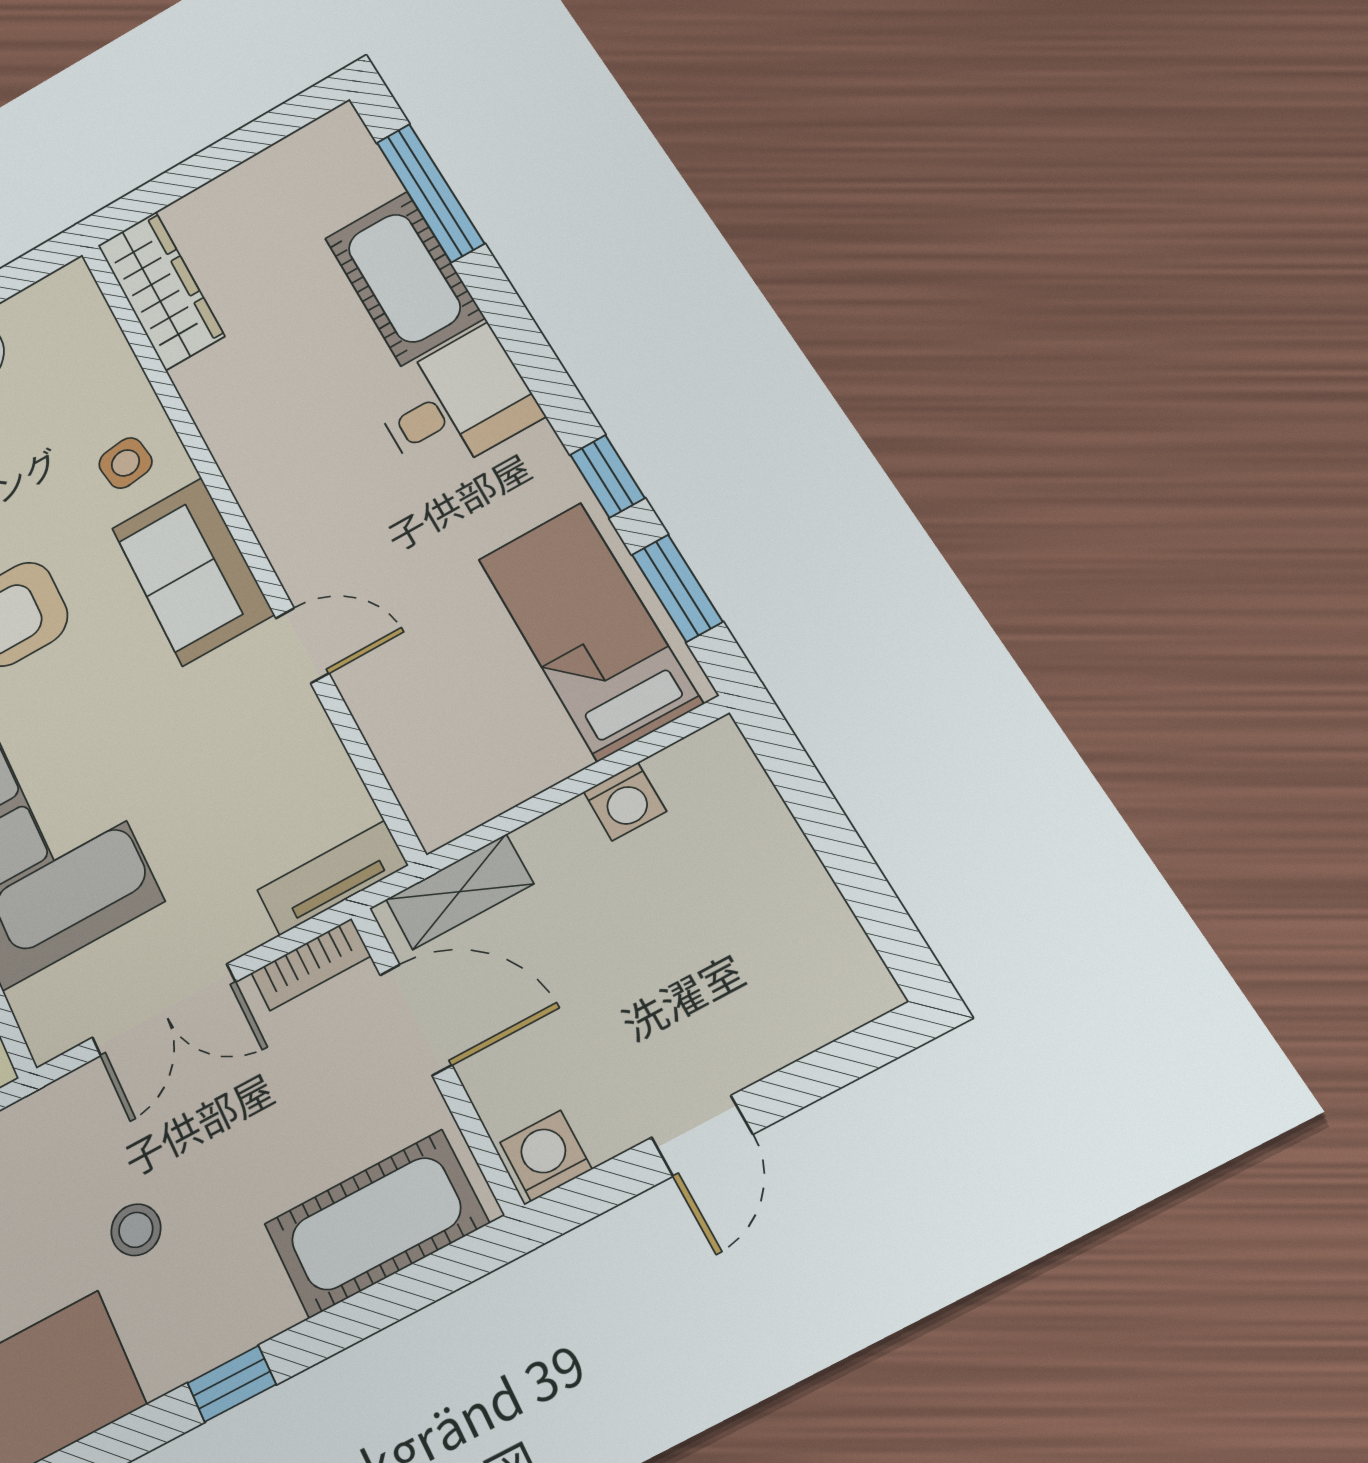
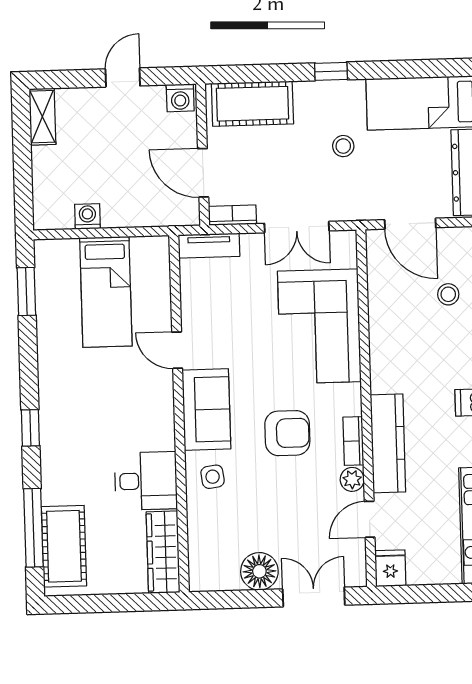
cot: (404, 278) -> (64, 546), moved
desk: (455, 404) -> (146, 481), moved, turned 180
window: (607, 476) -> (30, 428), moved
bed: (589, 630) -> (106, 292), moved
shelving: (459, 892) -> (42, 117), moved, turned 90
double door: (164, 1010) -> (297, 227), swing flipped

